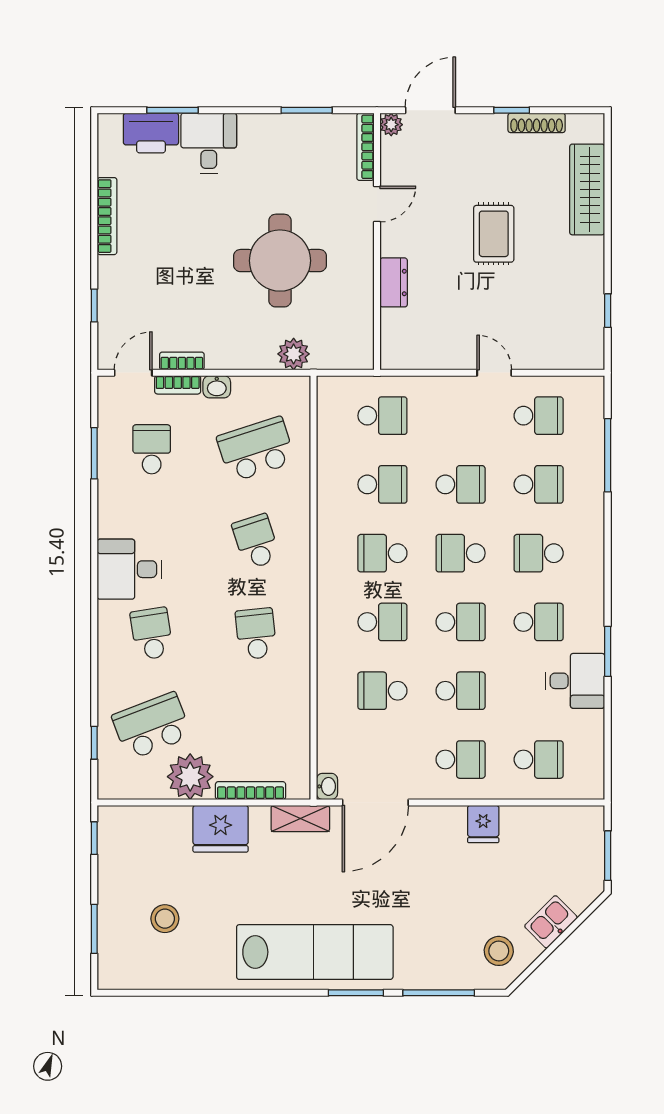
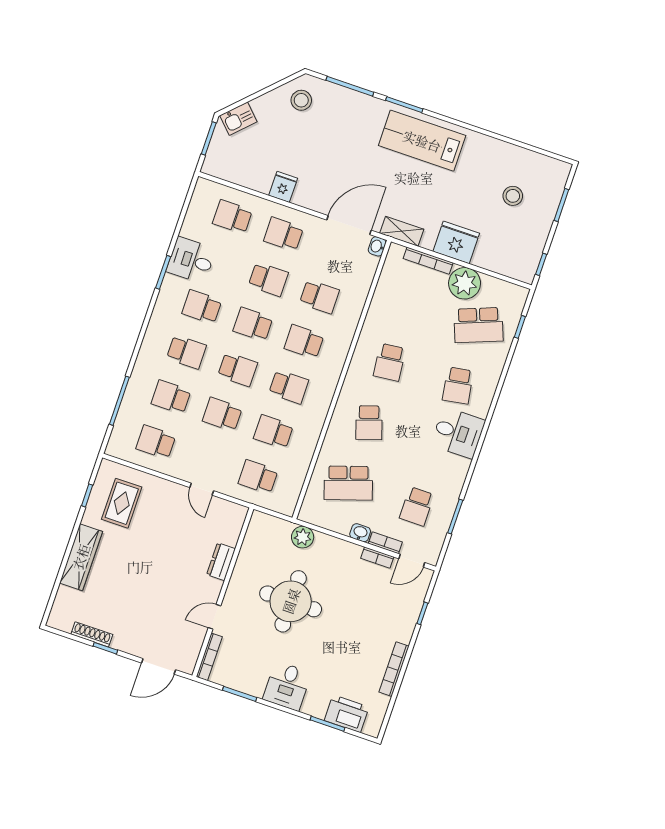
plant: (391, 125) -> (187, 666), removed
desk: (209, 143) -> (287, 686), moved
wardrobe: (587, 189) -> (81, 557), moved
rug: (494, 234) -> (122, 503), moved
door: (494, 373) -> (202, 489), moved
school desk: (461, 691) -> (268, 279), turned 180
kitchen sink: (551, 922) -> (238, 119), moved
lab bench: (315, 952) -> (422, 141), width x0.73

